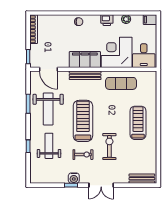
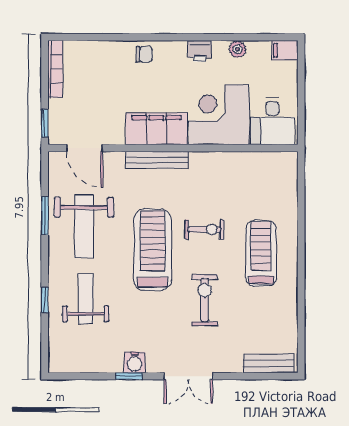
exercise mat: (121, 83) -> (227, 176), removed
exercise bike: (83, 155) -> (204, 230), moved

